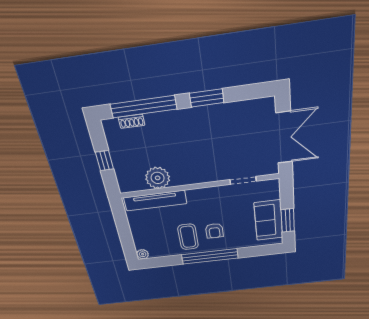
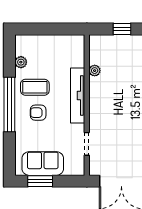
plant: (158, 178) -> (95, 71), width x0.53, depth x0.53
tv unit: (155, 201) -> (78, 96), moved
plant: (143, 254) -> (21, 62), moved

